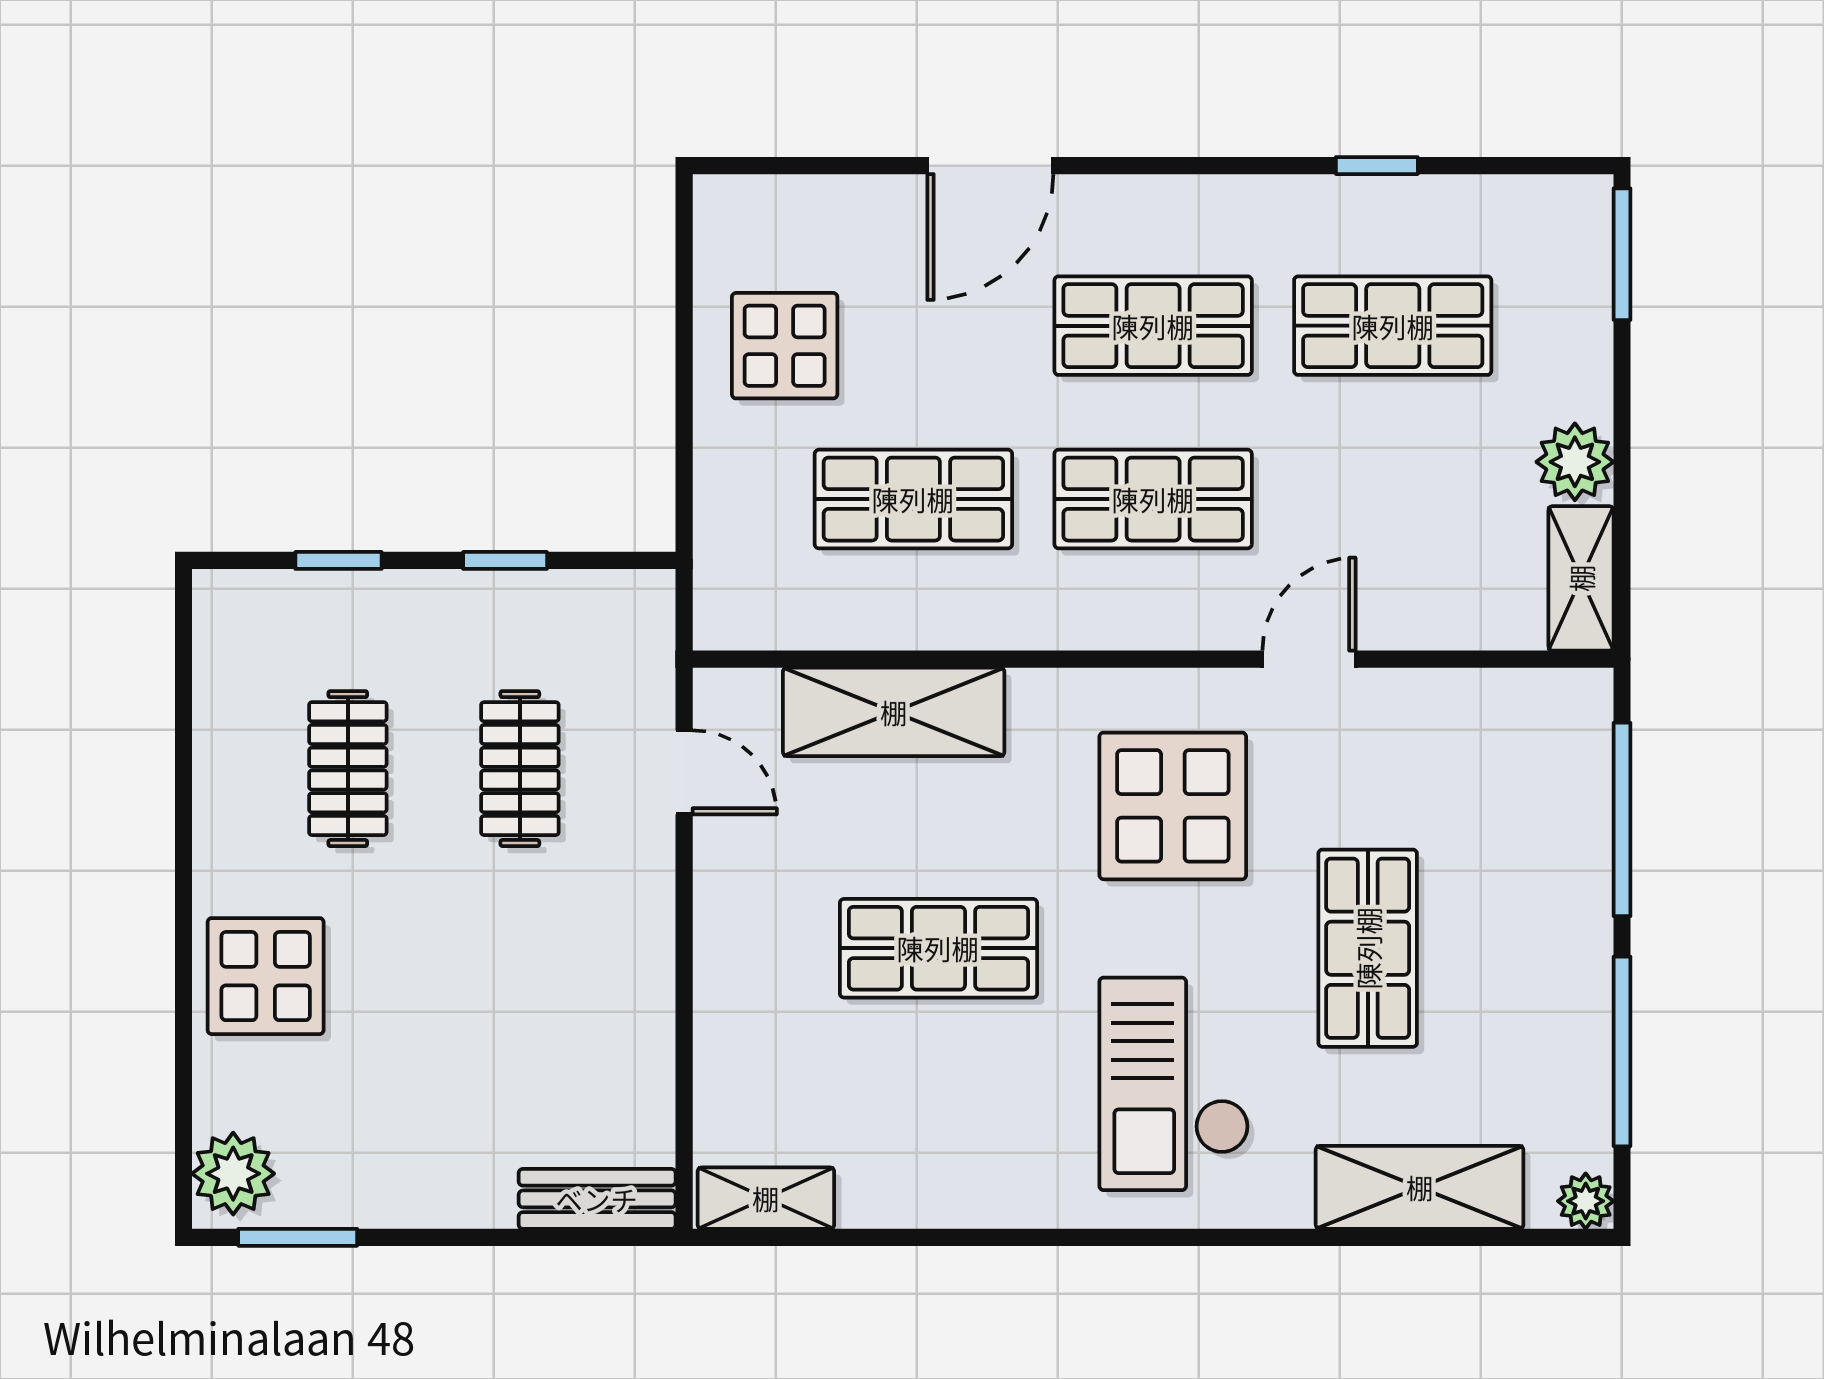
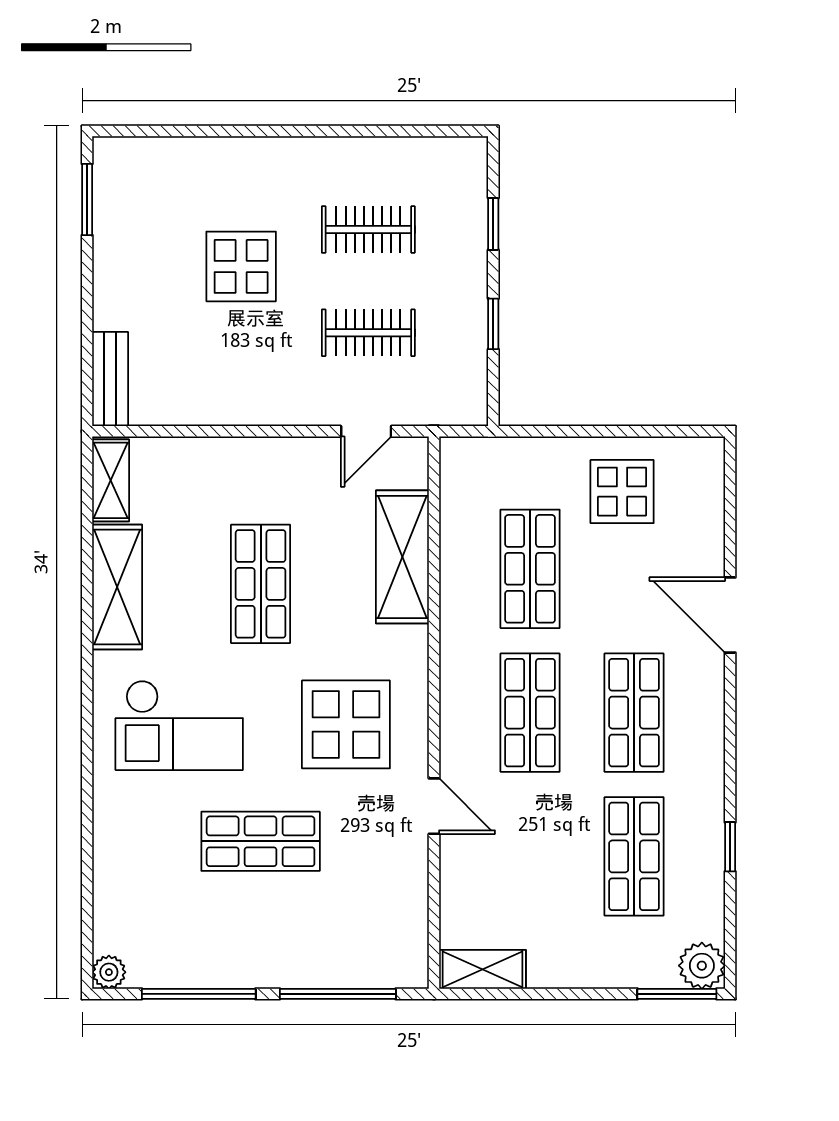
plant: (1575, 462) -> (702, 966), moved
display table: (266, 976) -> (241, 266), moved
checkout: (1174, 1084) -> (179, 725), turned 180
plant: (233, 1174) -> (125, 161), removed
shelving: (1420, 1187) -> (117, 587), moved

